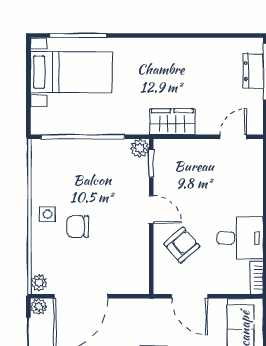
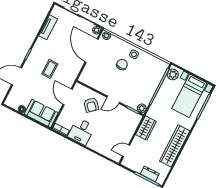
wardrobe: (178, 52) -> (175, 146), added
plant: (48, 123) -> (173, 74), added
door: (233, 137) -> (126, 151), swing flipped
door: (189, 296) -> (68, 97), hinge flipped

